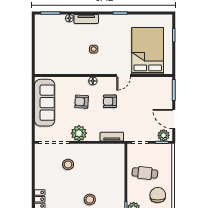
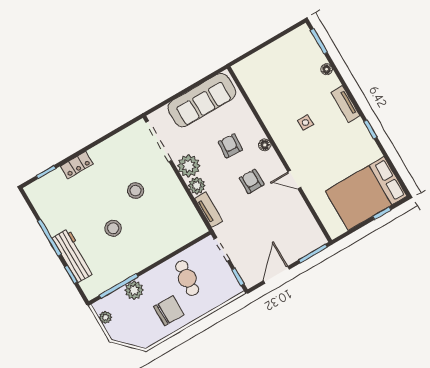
tv unit: (86, 19) -> (346, 104), moved
bed: (148, 51) -> (366, 193), moved, turned 180
plant: (164, 135) -> (197, 186), moved
stool: (68, 164) -> (136, 191), moved

